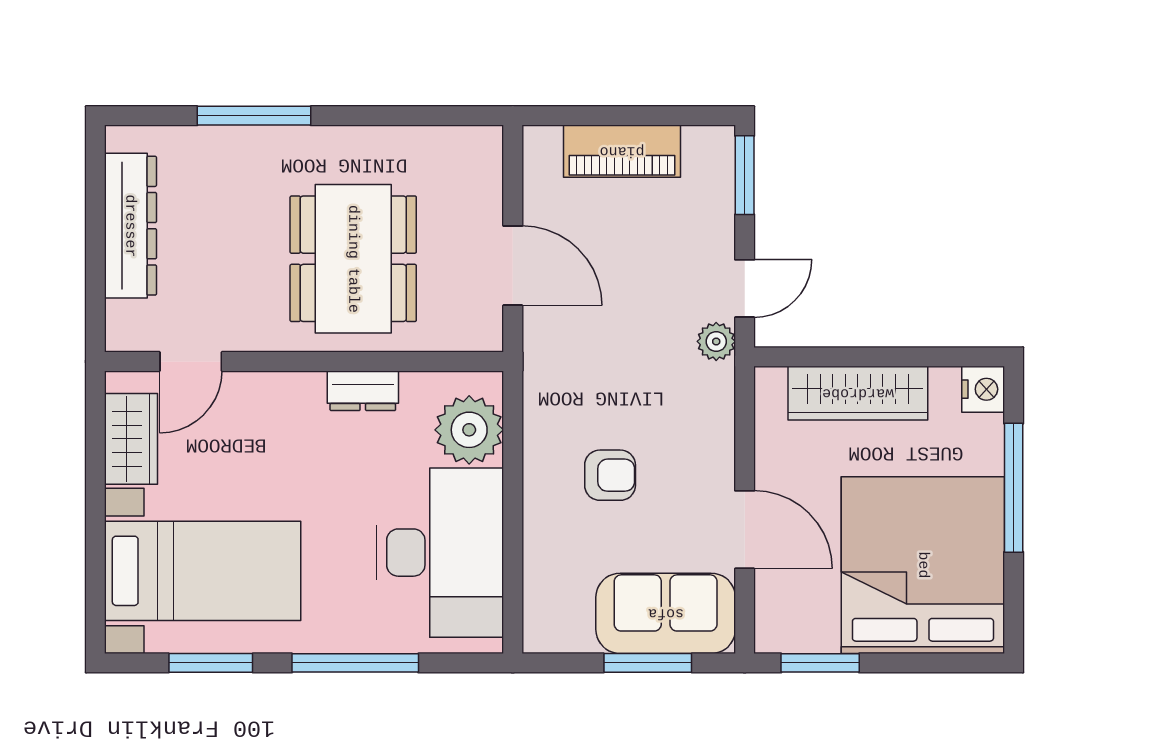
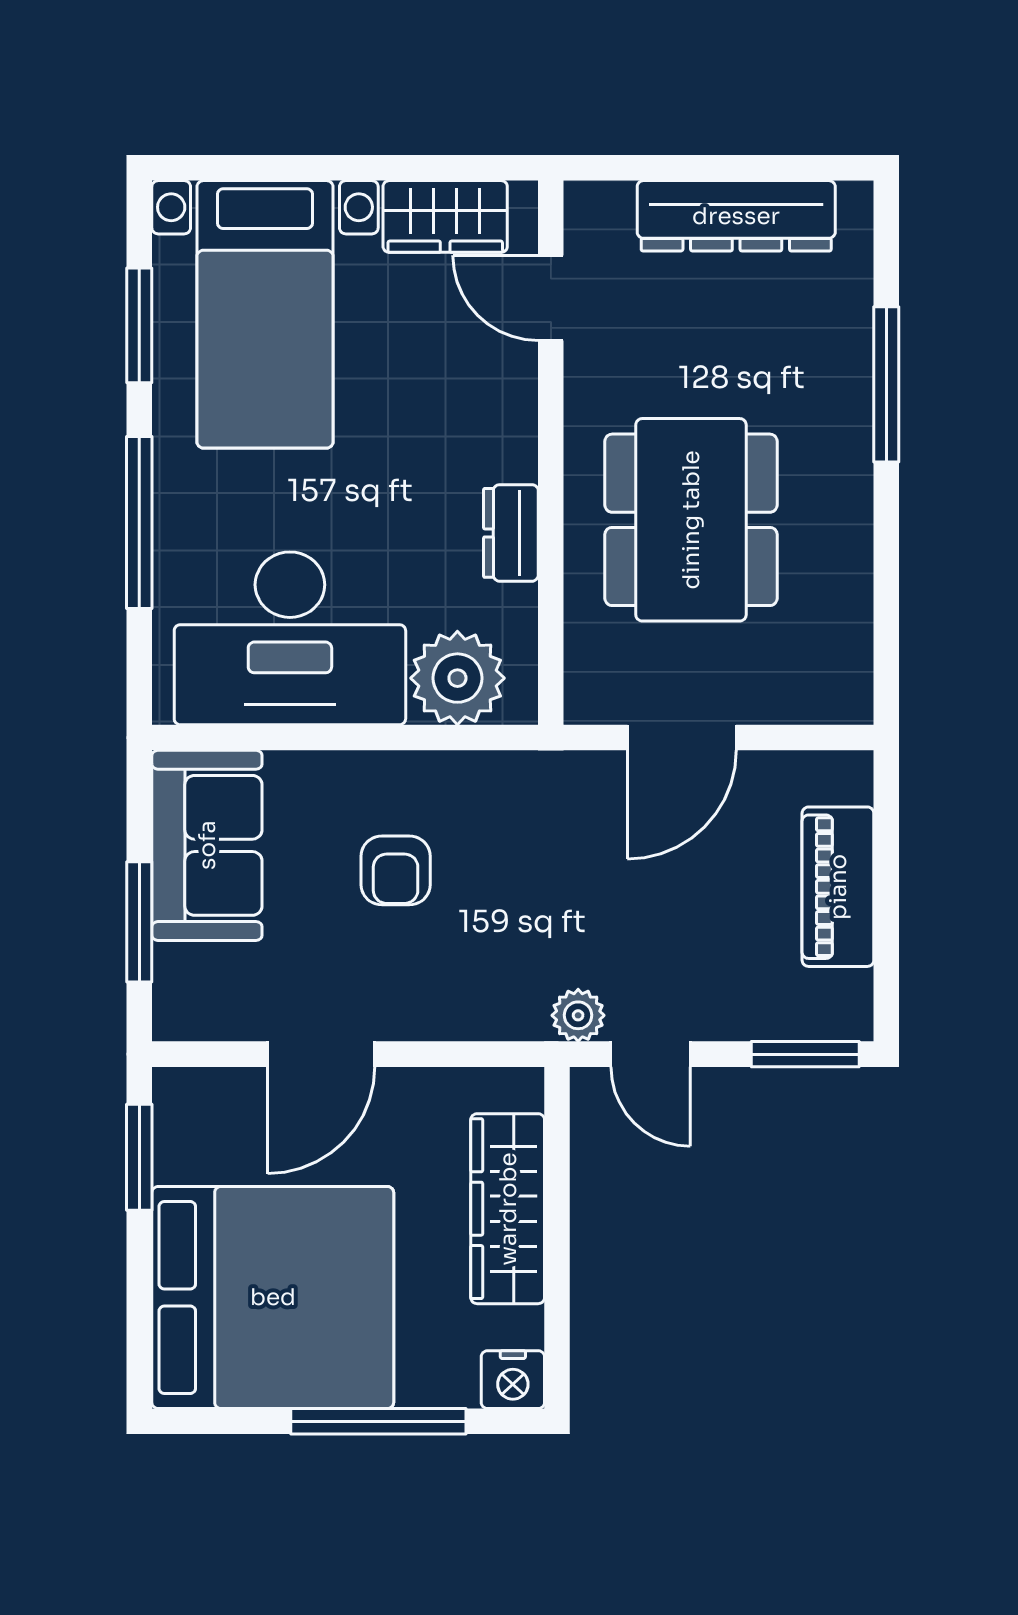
dining table: (353, 259) -> (691, 520), turned 90
sofa: (666, 613) -> (207, 845), moved

